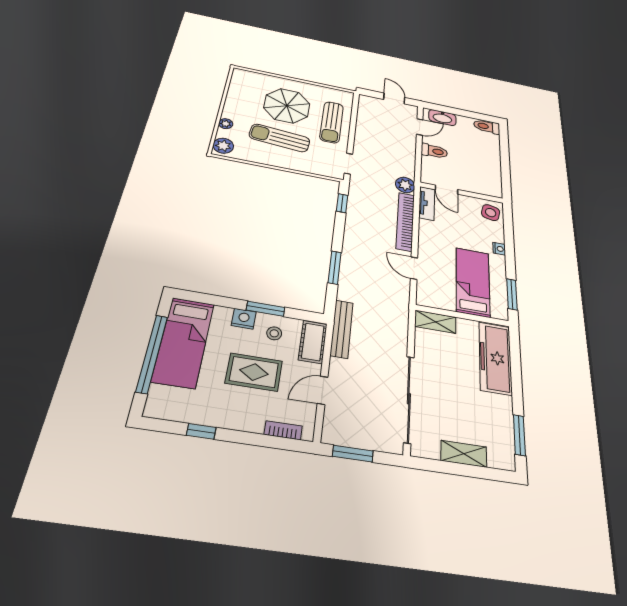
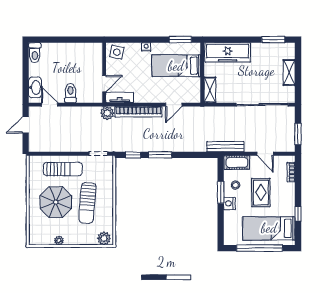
plant: (226, 124) -> (59, 240), moved
window: (335, 268) -> (160, 155), moved
bed: (183, 342) -> (269, 228), moved, turned 180

